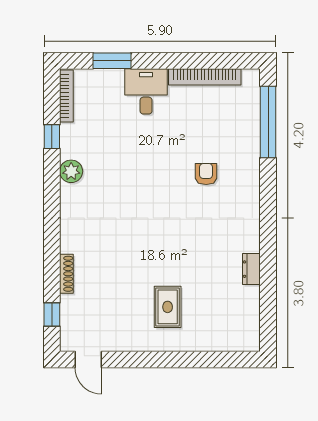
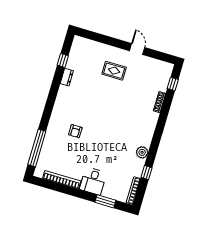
window: (268, 298) -> (63, 60), added
rug: (168, 307) -> (114, 71), turned 90
door: (88, 359) -> (137, 49), moved

